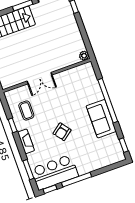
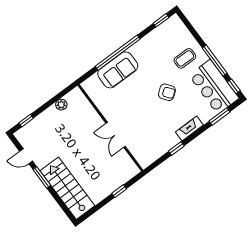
plant: (84, 56) -> (61, 105), moved
double door: (39, 78) -> (116, 135), swing flipped
coffee table: (26, 111) -> (185, 58), moved
sofa: (101, 119) -> (118, 70), moved

